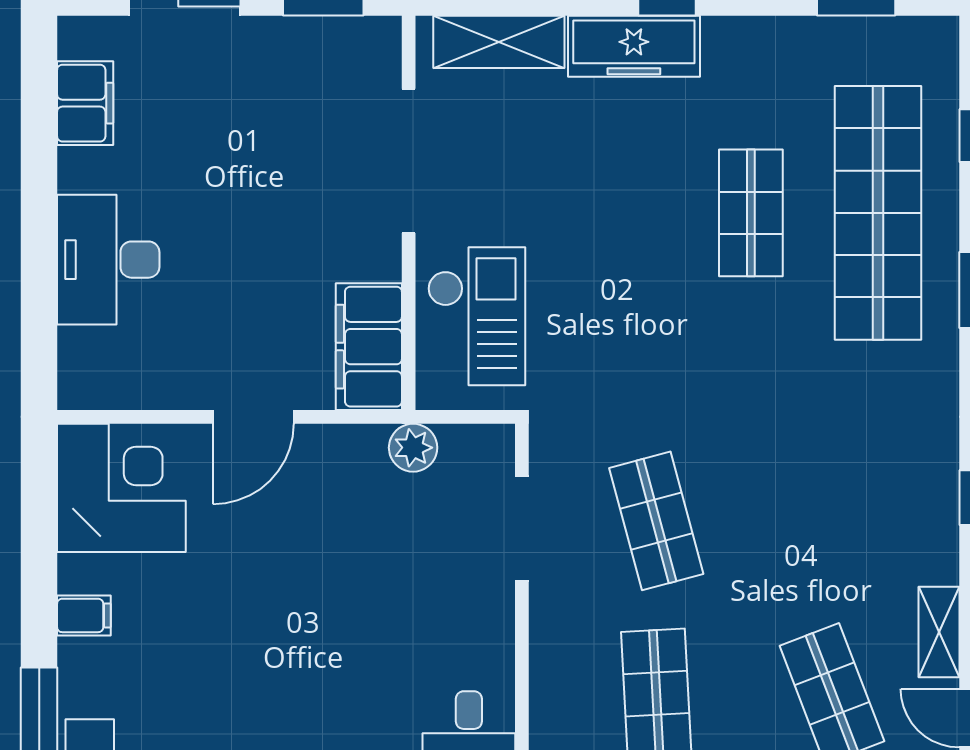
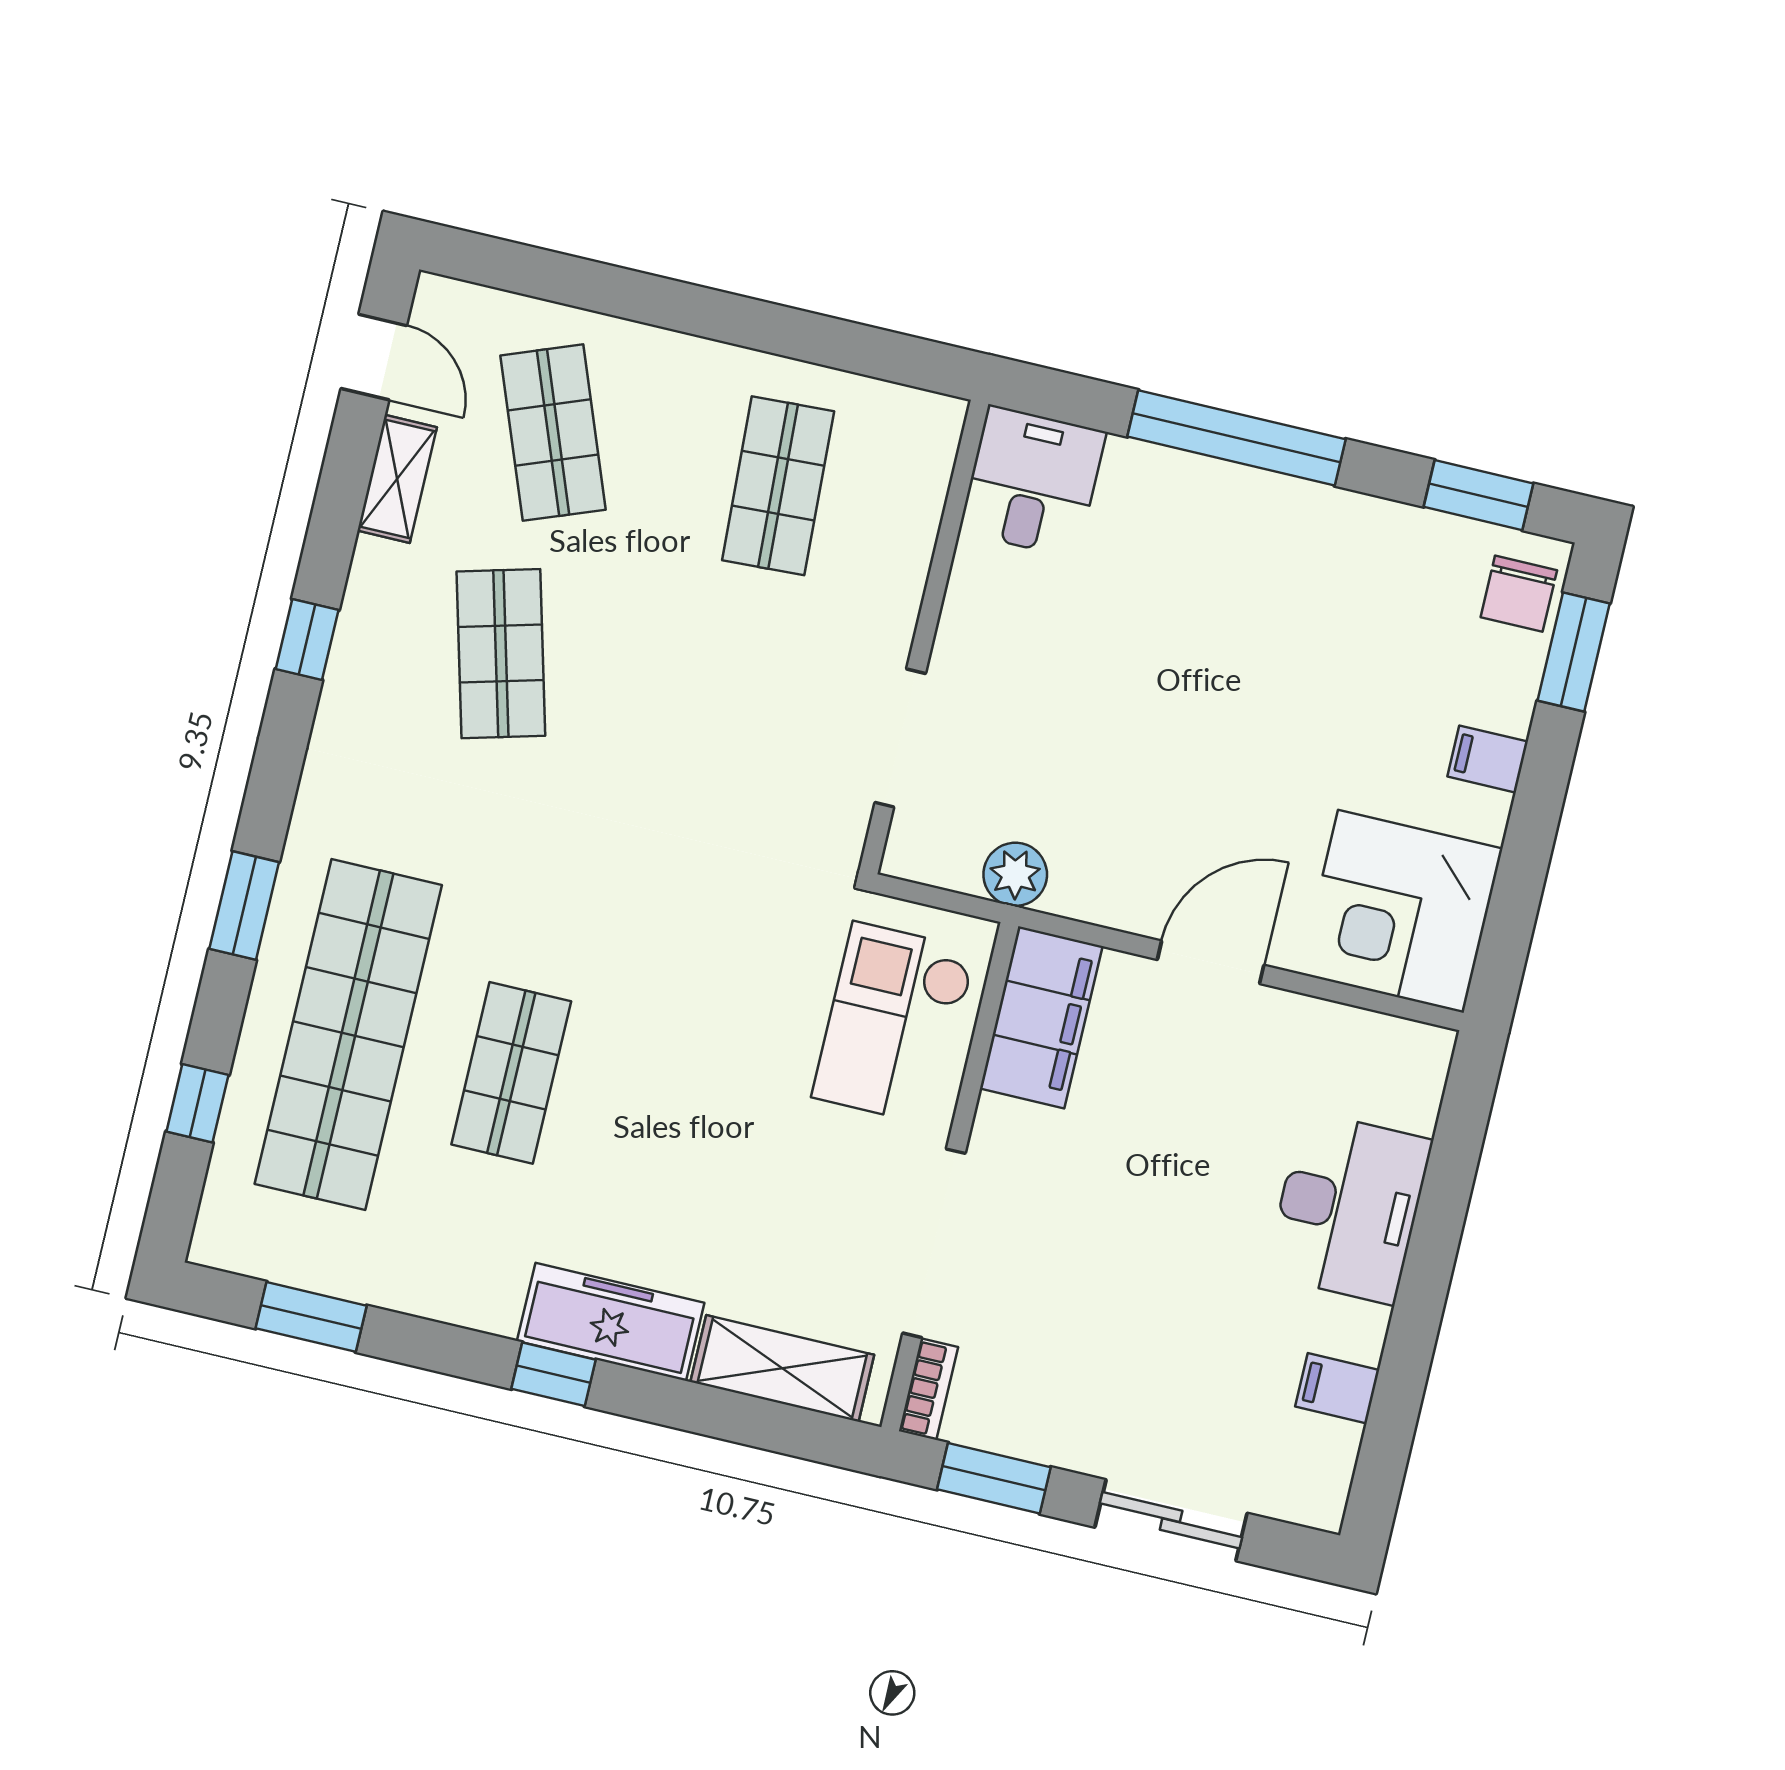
bookcase: (387, 52) -> (928, 1389), added
filing cabinet: (85, 103) -> (1337, 1388), width x0.50
shop shelf: (656, 521) -> (501, 654), moved

